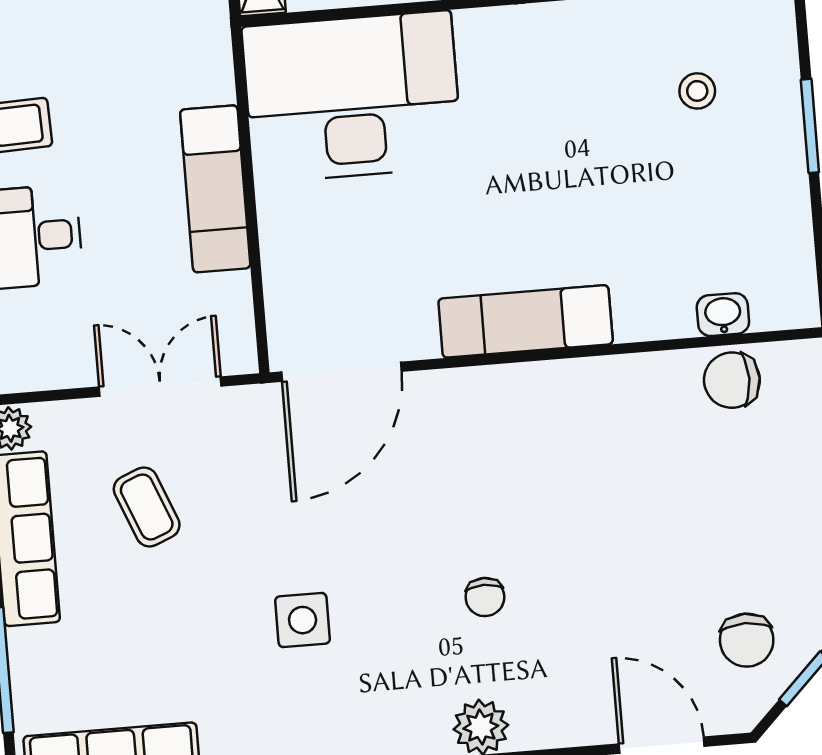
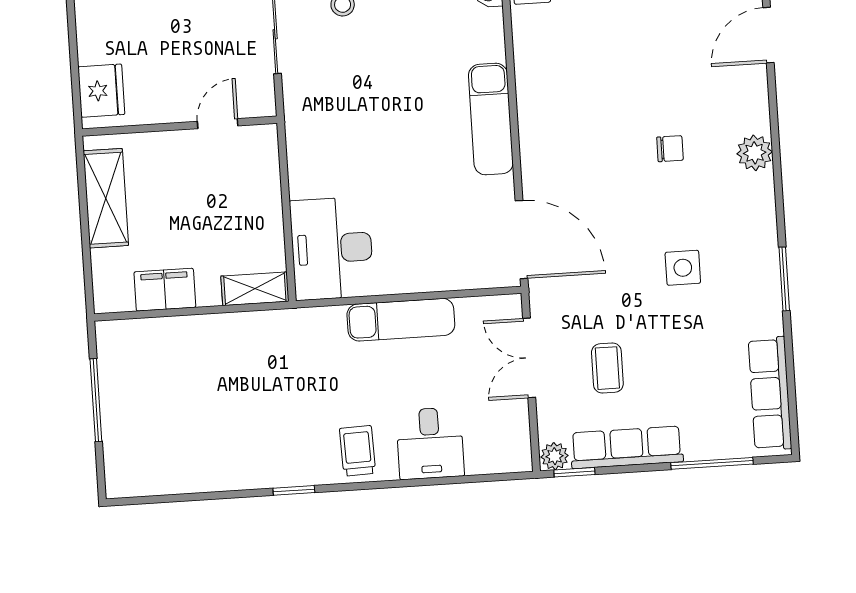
desk: (352, 97) -> (332, 248), width x0.73, depth x0.77
coffee table: (147, 507) -> (607, 368), turned -68

